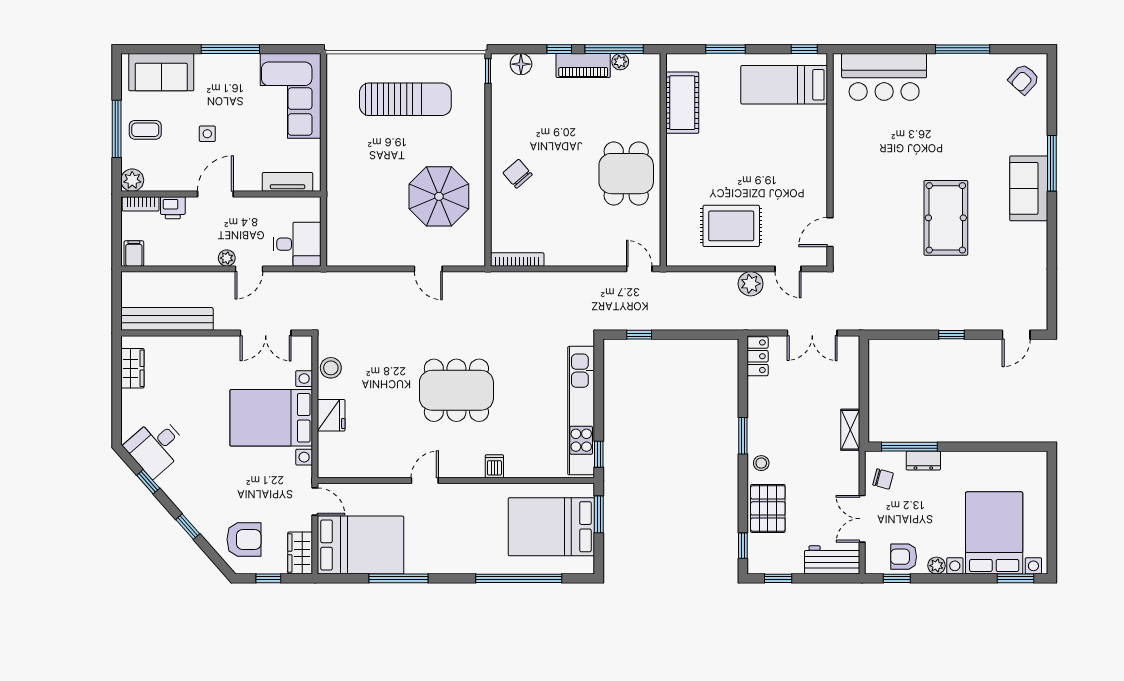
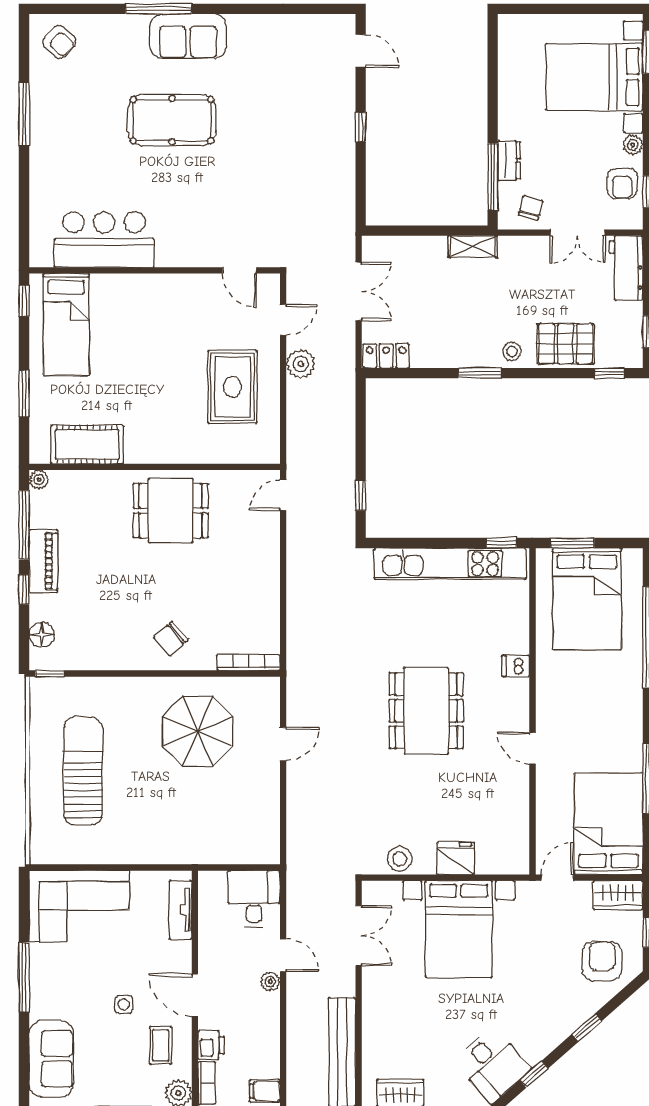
plant: (620, 62) -> (39, 480), moved
bar counter: (884, 77) -> (104, 240), moved, turned -90
coffee table: (145, 130) -> (161, 1045), moved
pool table: (946, 218) -> (172, 120), moved
bookcase: (517, 259) -> (249, 662), moved, turned 90

